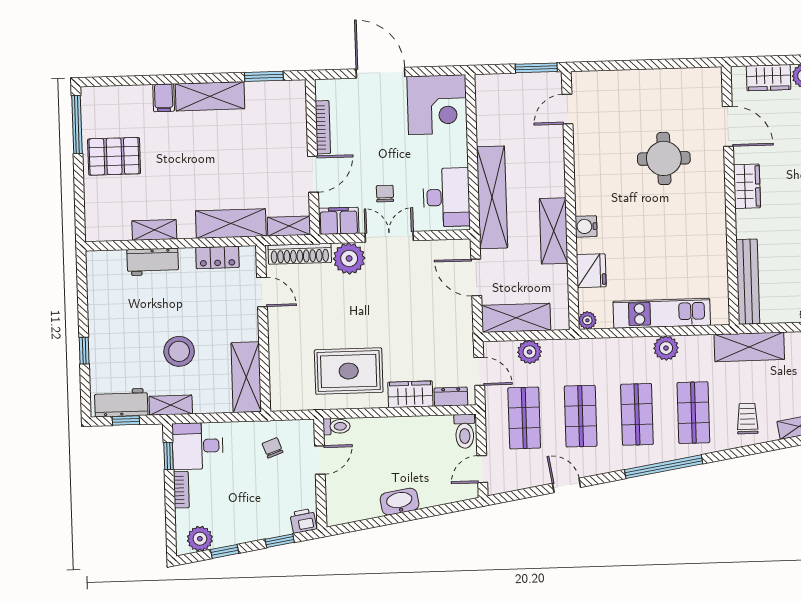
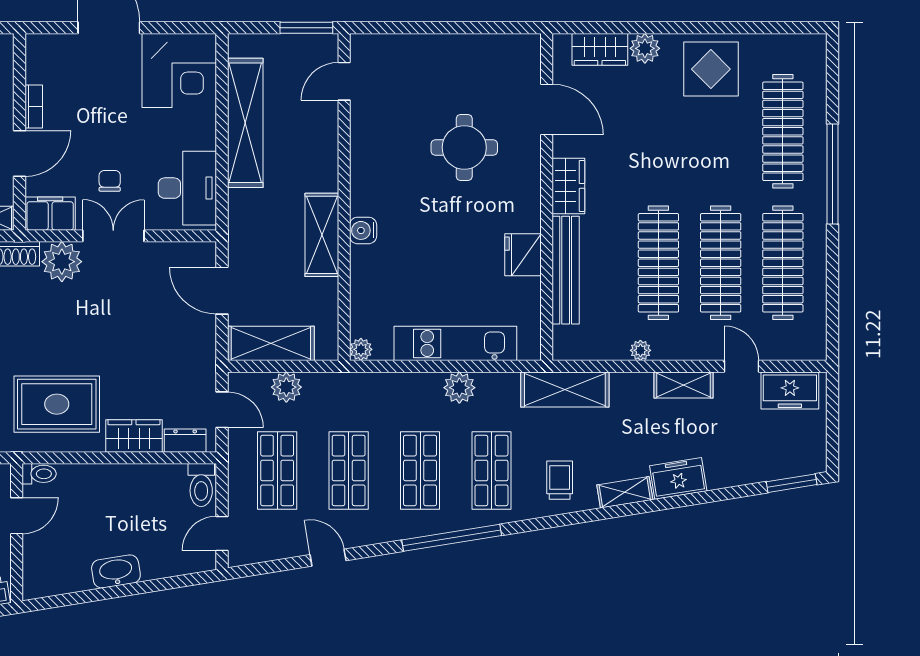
bookcase: (323, 127) -> (34, 107), width x0.64
shelving: (492, 197) -> (245, 123), moved
fridge: (591, 271) -> (523, 255), moved, turned 180
bench: (748, 282) -> (566, 270), moved

